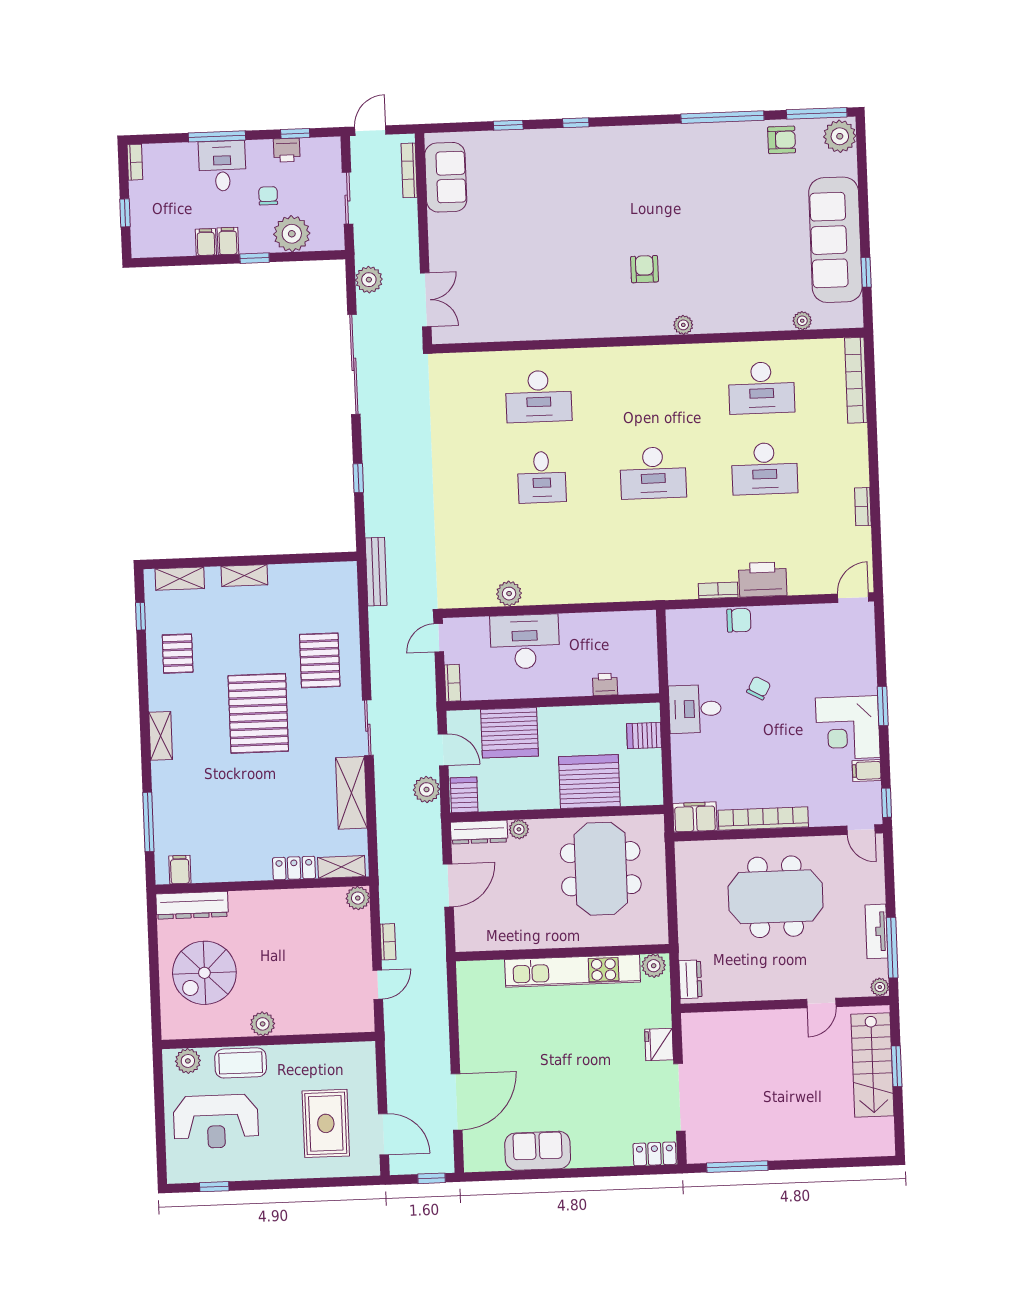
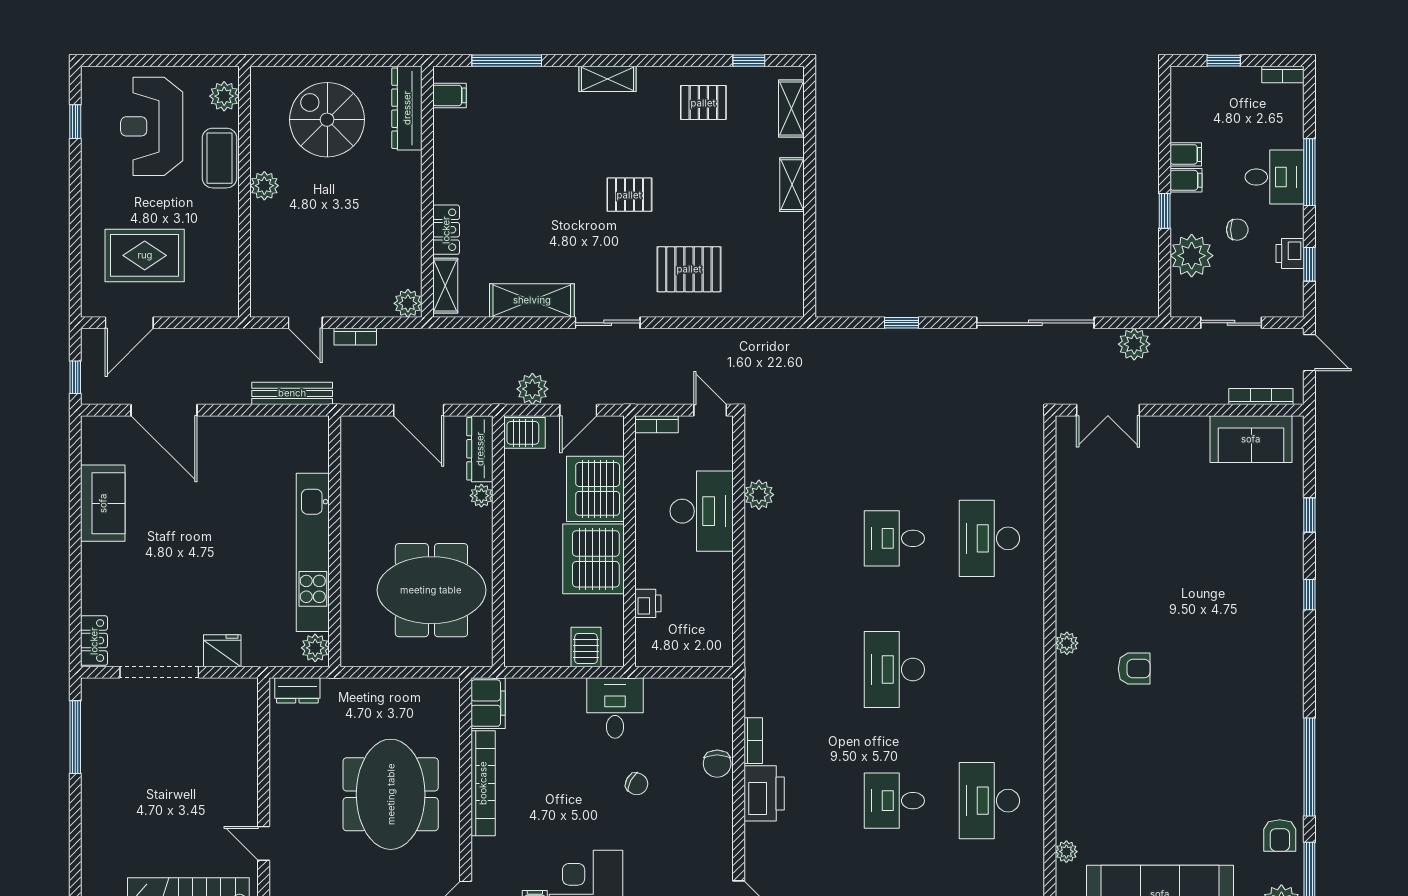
plant: (683, 325) -> (1067, 643), moved
desk: (765, 469) -> (894, 801), width x0.73
bench: (376, 572) -> (292, 393), moved
pallet: (258, 713) -> (629, 195), width x0.49, depth x0.50
server rack: (589, 781) -> (593, 559), moved, turned 180

